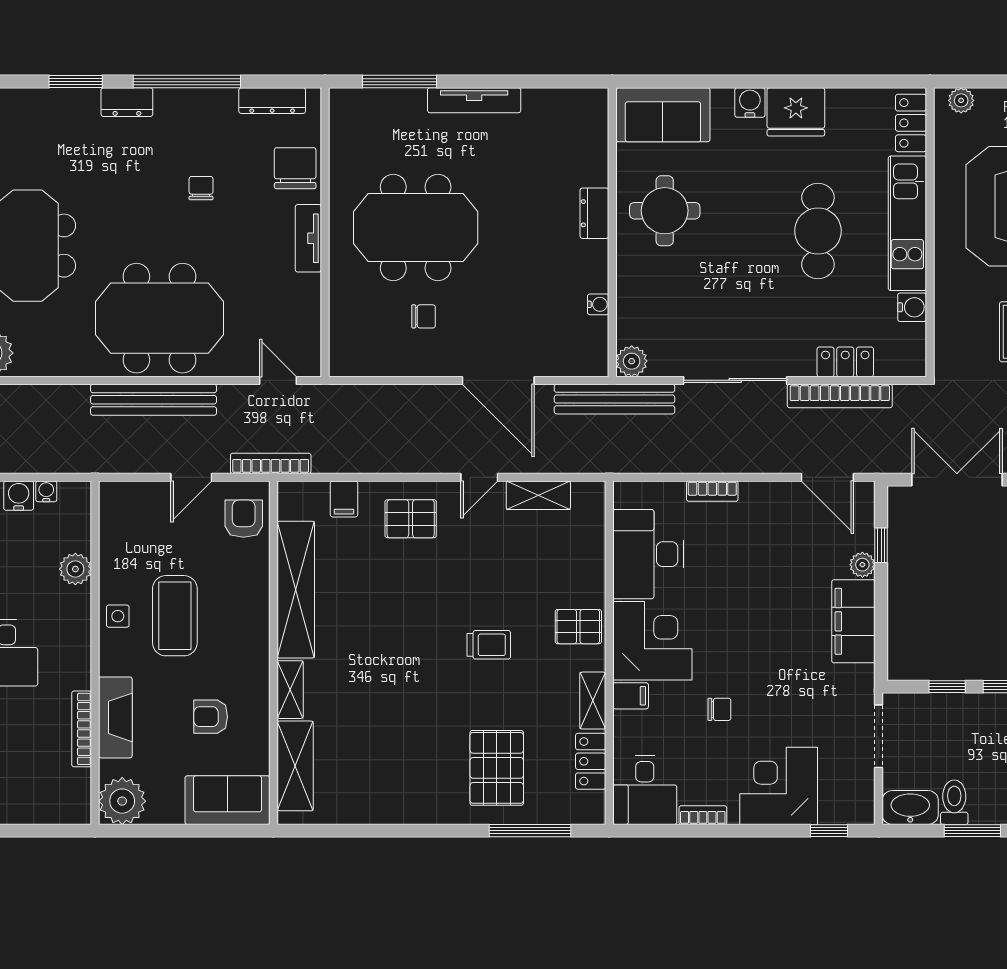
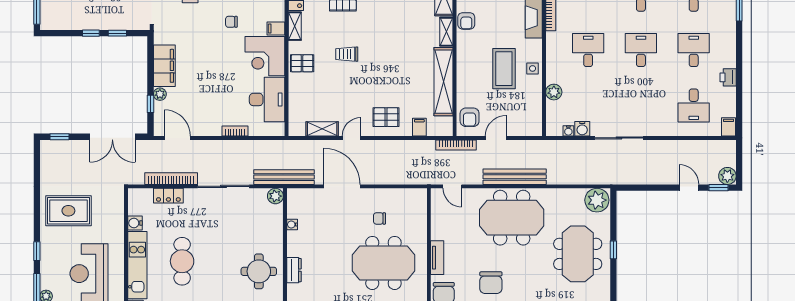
chair: (201, 188) -> (491, 283), width x1.87, depth x1.87
armchair: (211, 717) -> (466, 21), moved, turned 90

